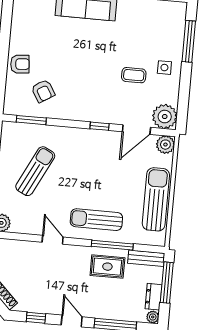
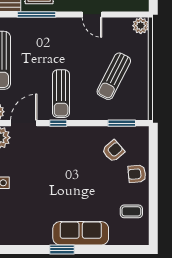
coffee table: (134, 75) -> (131, 211), moved
armchair: (43, 91) -> (113, 151), turned 80
sun lounger: (96, 220) -> (61, 94), moved, turned 90

